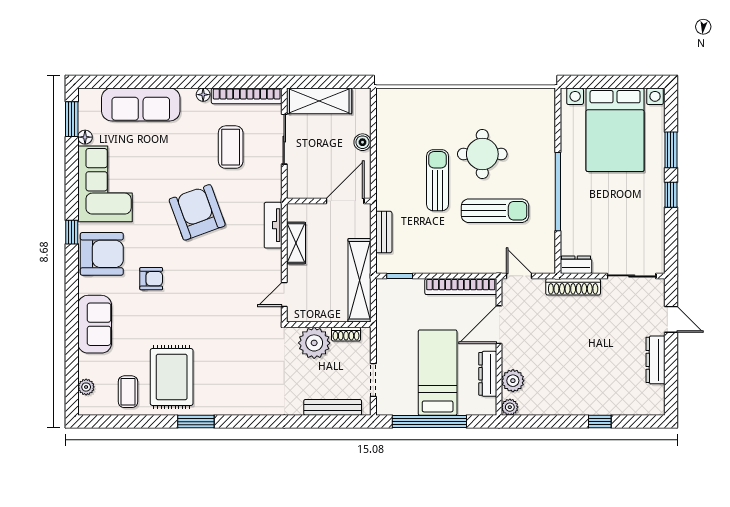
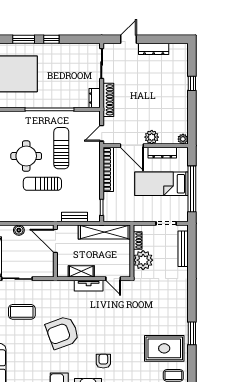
tv unit: (273, 225) -> (89, 286), moved
plant: (513, 381) -> (152, 137), moved

